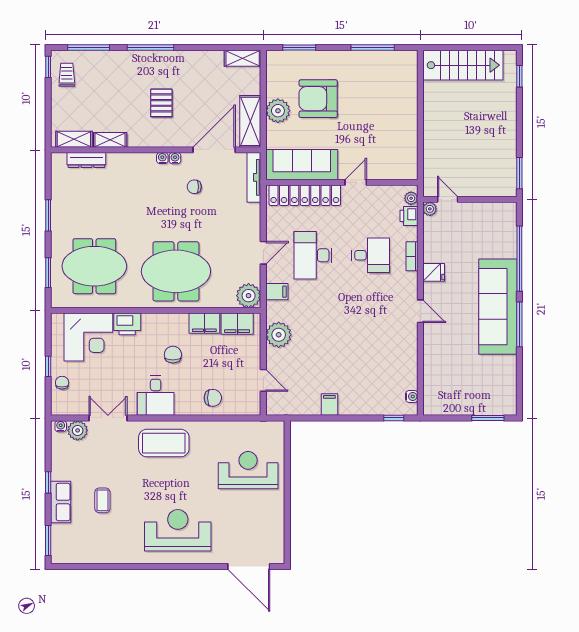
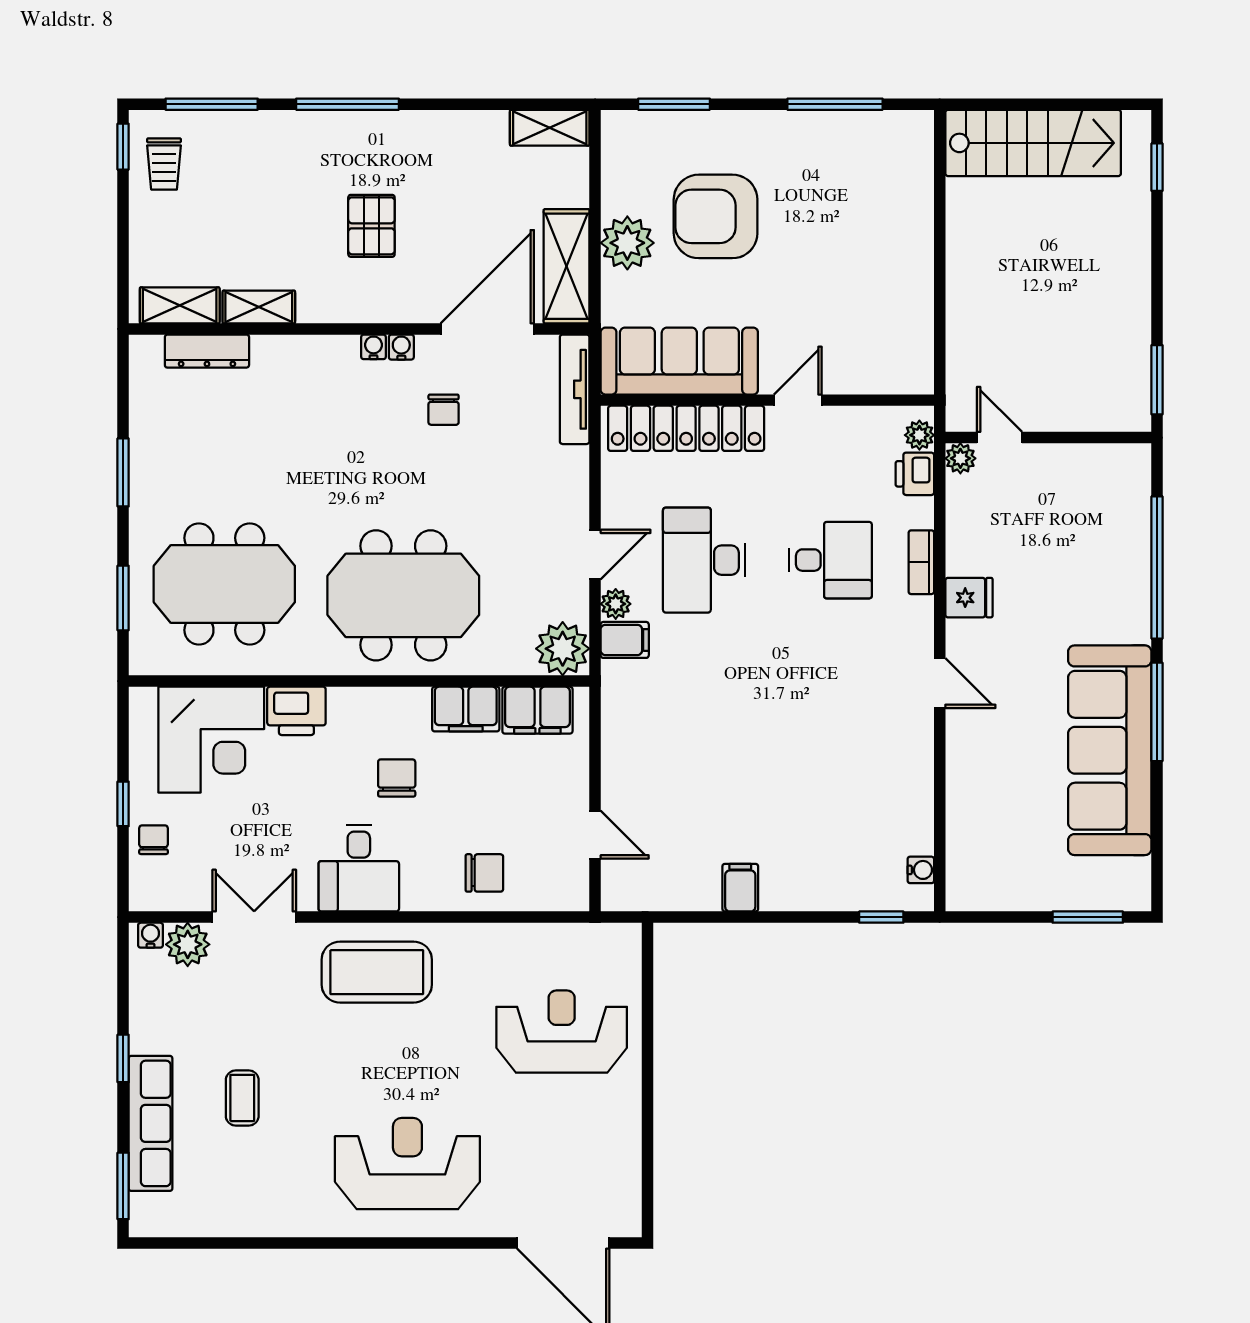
trolley: (67, 75) -> (164, 164), turned 180
chair: (194, 187) -> (444, 410), turned -90
sofa: (498, 307) -> (1110, 750), moved
plant: (279, 335) -> (616, 604), moved, width x0.53, depth x0.53
row of seats: (61, 502) -> (151, 1123), width x1.48

